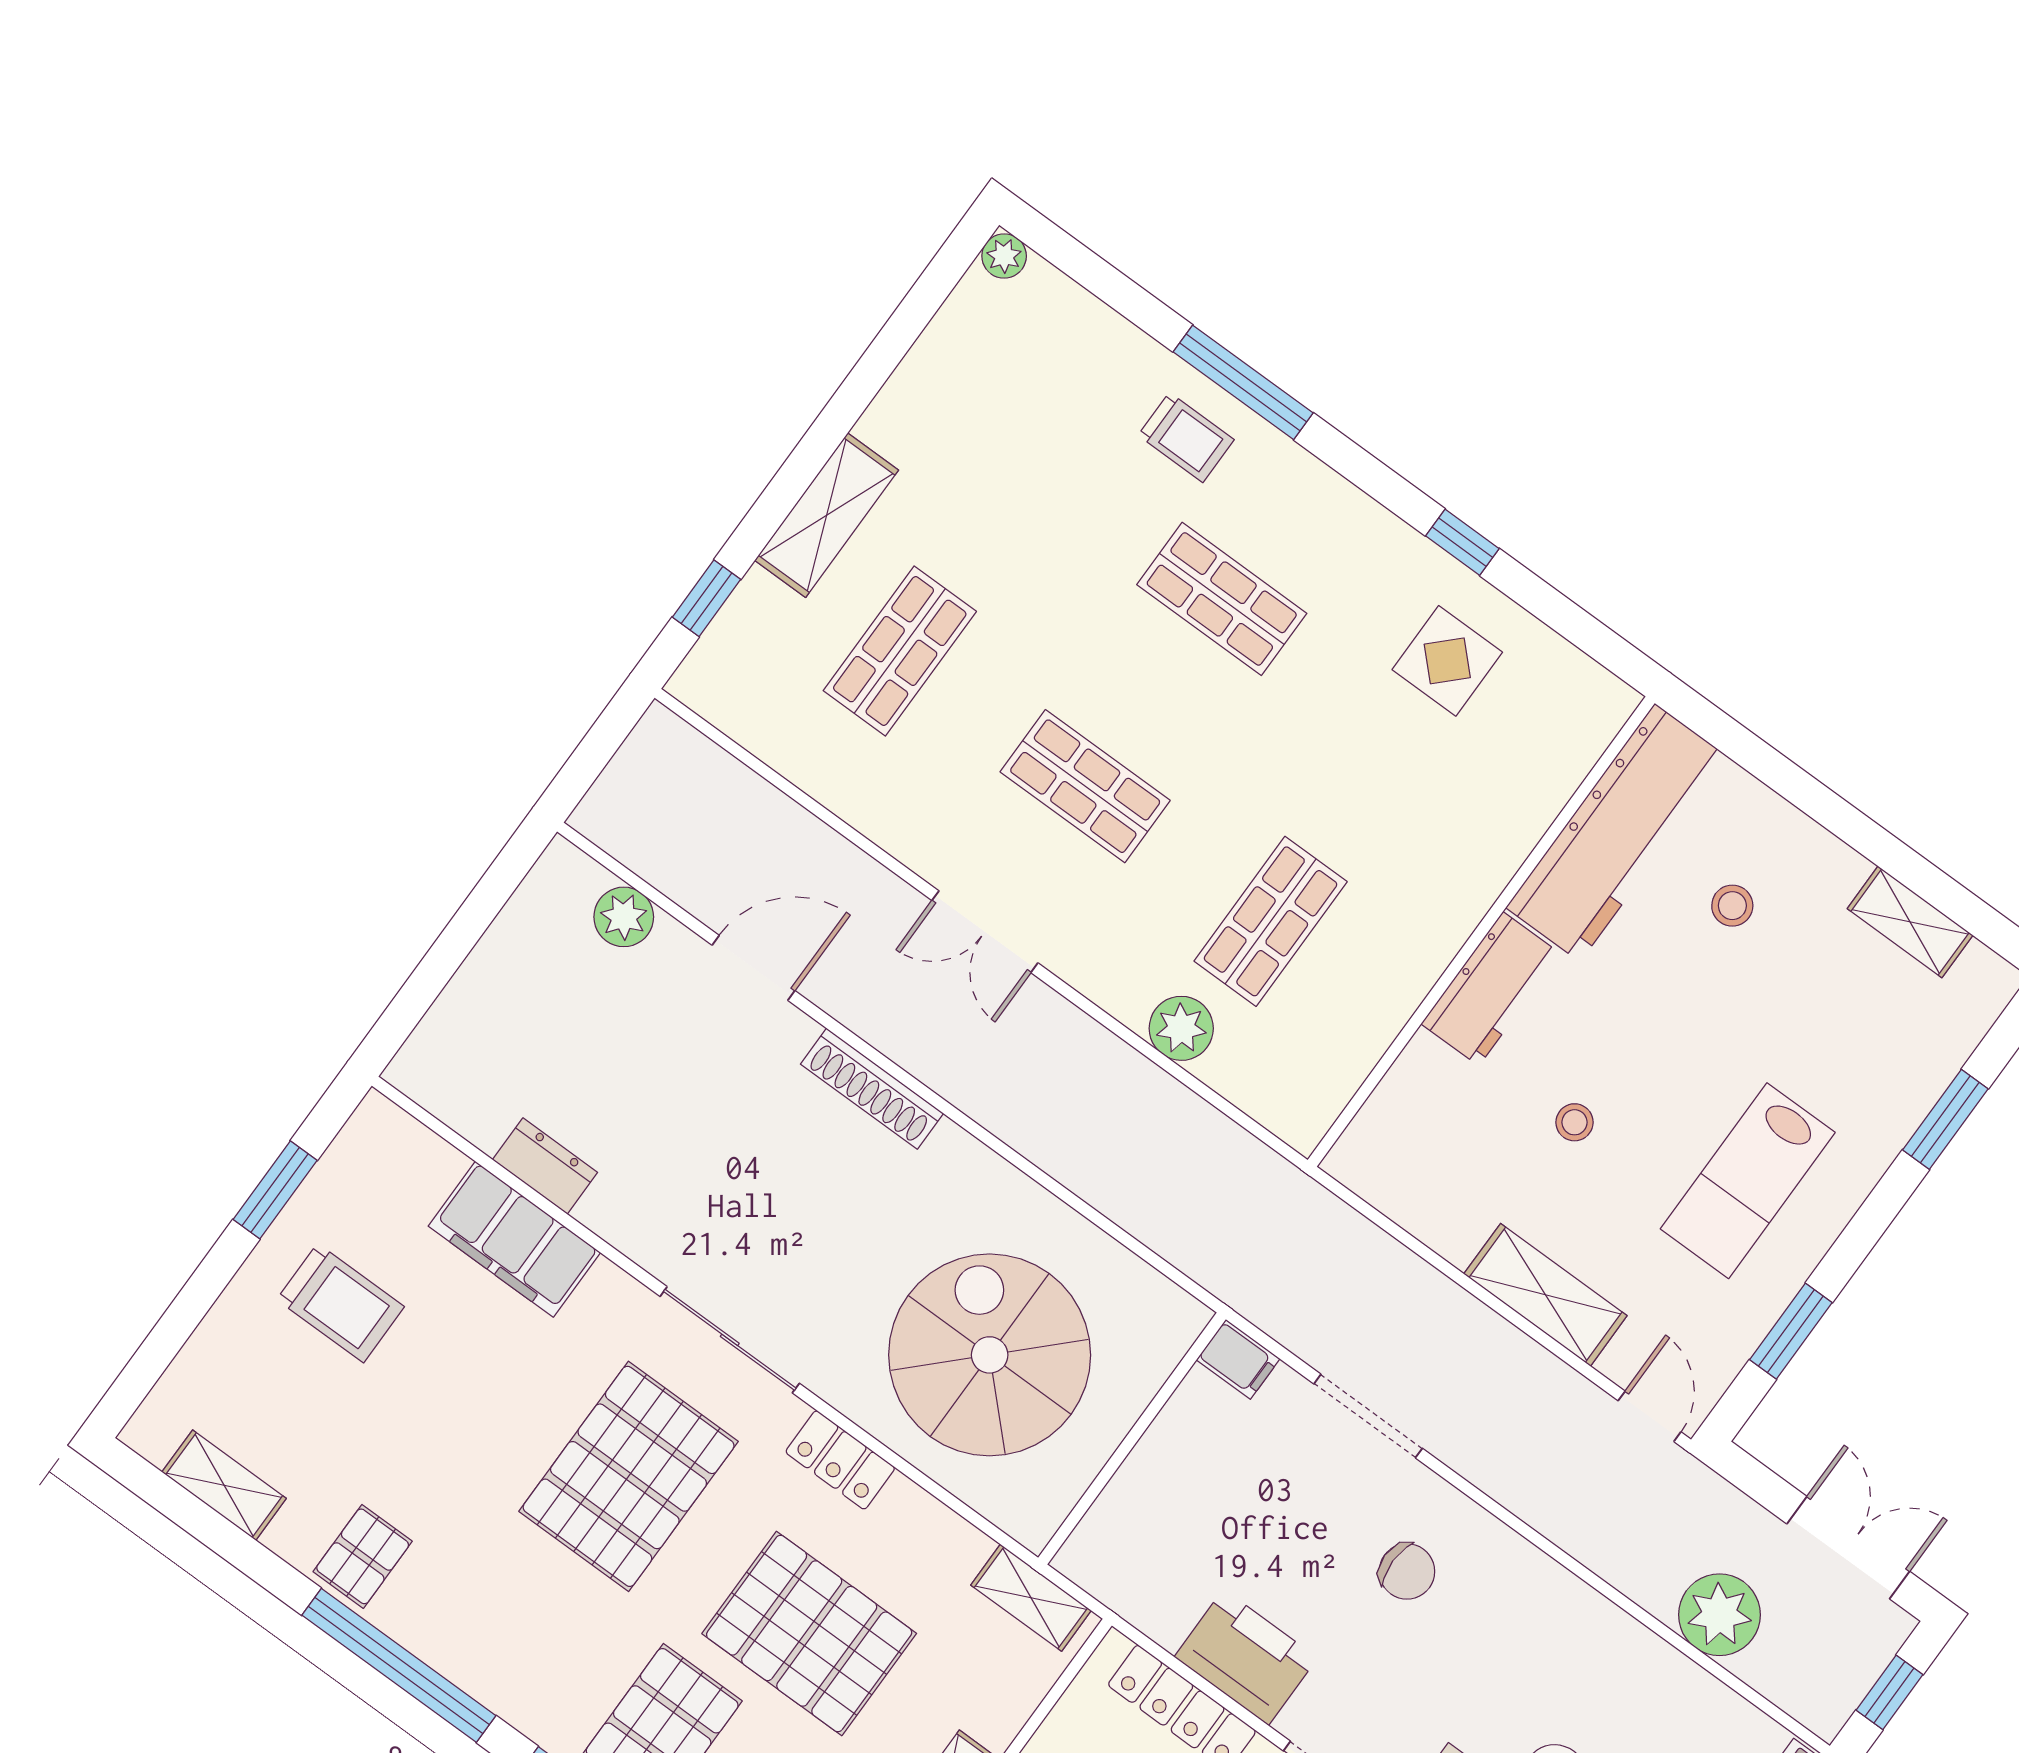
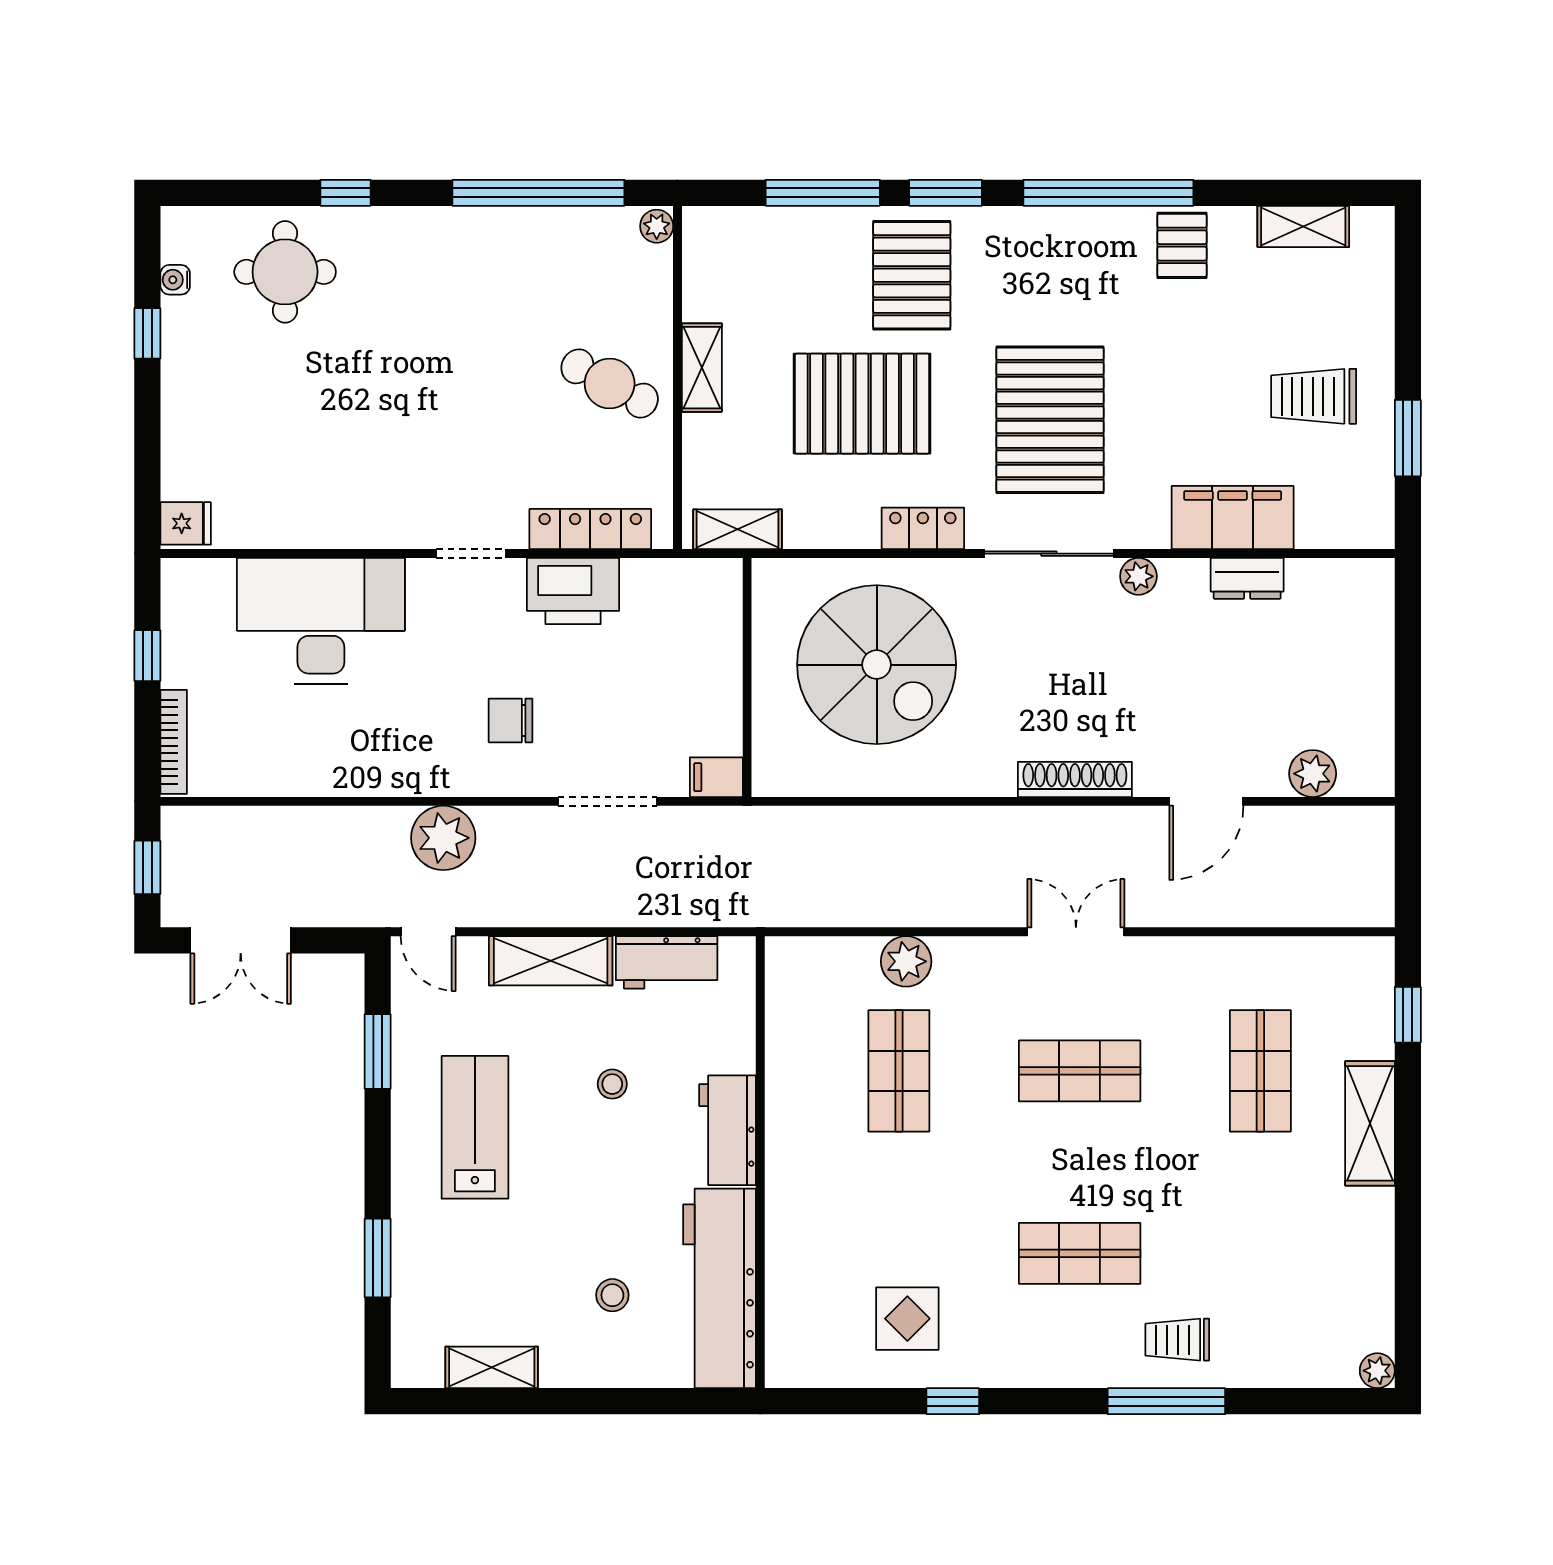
workbench: (1428, 1207) -> (667, 962), added
plant: (655, 1249) -> (1138, 576), added
plant: (1719, 1615) -> (443, 838), moved

